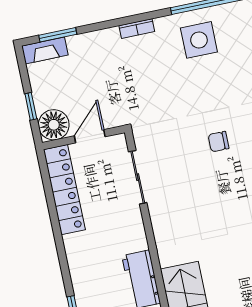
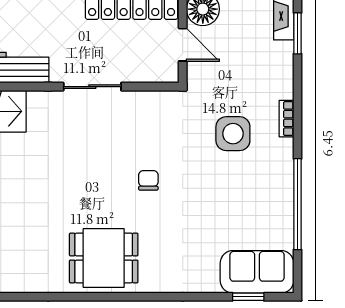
side table: (199, 40) -> (233, 134), moved
sliding door: (138, 177) -> (92, 87), moved

